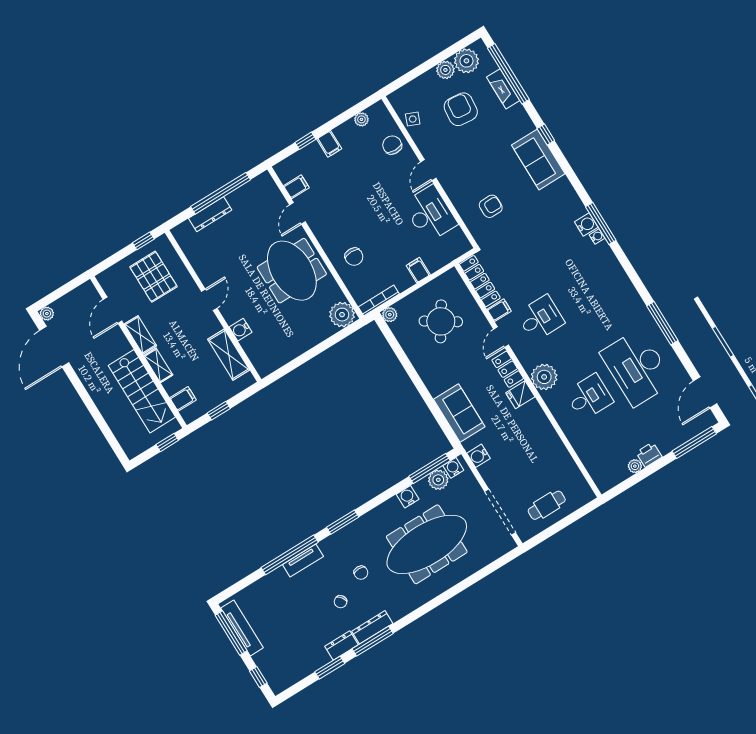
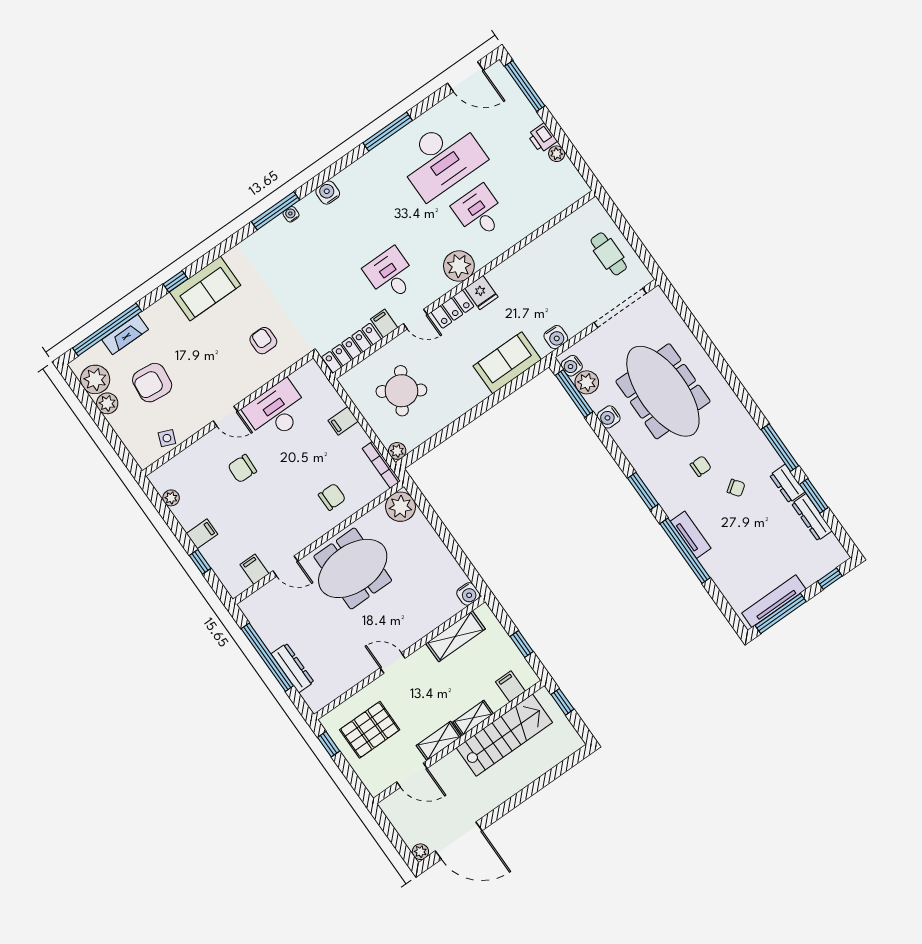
chair: (392, 145) -> (242, 469), moved
water cooler: (586, 225) -> (328, 193), moved
water cooler: (241, 330) -> (468, 594), moved
dresser: (372, 627) -> (812, 517), moved

